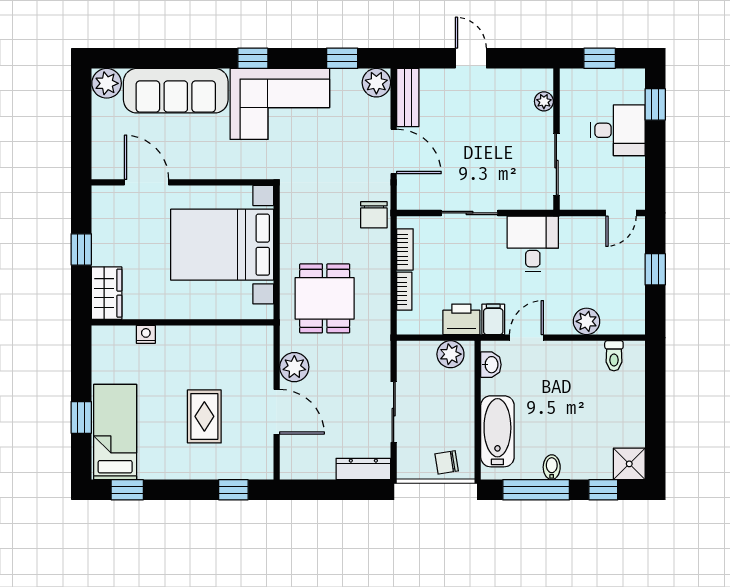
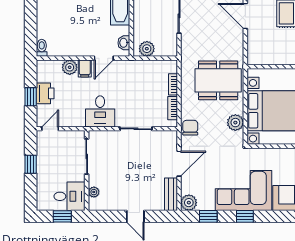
window: (253, 58) -> (245, 216), moved
window: (655, 104) -> (31, 164), moved
desk: (618, 130) -> (69, 196), moved, turned 180
door: (394, 151) -> (179, 164), swing flipped
dining table: (325, 298) -> (218, 80), width x1.38
printer: (461, 319) -> (45, 93), moved, turned -90
filing cabinet: (493, 319) -> (85, 68), moved
toilet: (614, 356) -> (42, 48), moved
plant: (294, 367) -> (235, 123), moved

